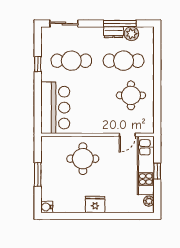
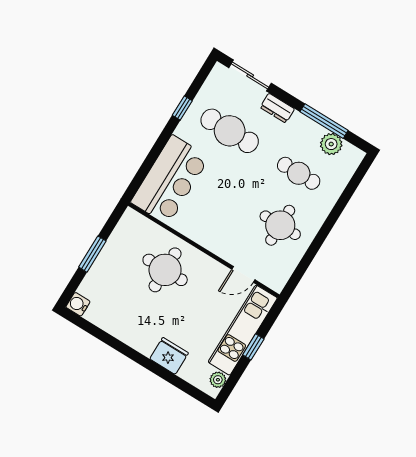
dresser: (114, 32) -> (277, 108), moved
cafe table: (123, 61) -> (299, 173), width x0.73, depth x0.74
fridge: (95, 204) -> (169, 356), moved

